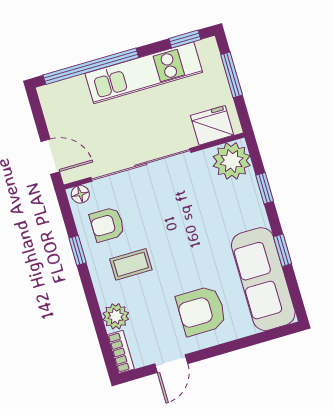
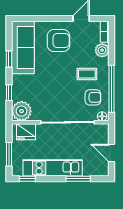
window: (91, 66) -> (78, 179), width x0.47
door: (50, 157) -> (112, 153), moved
window: (78, 250) -> (112, 89), width x3.17

